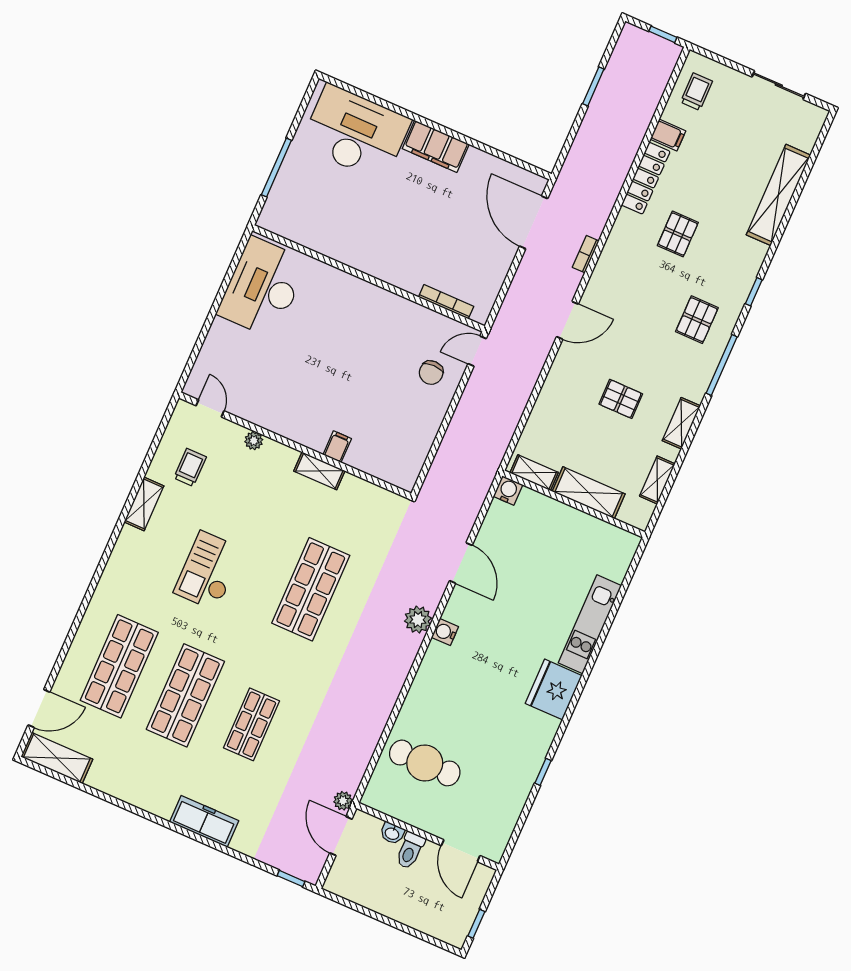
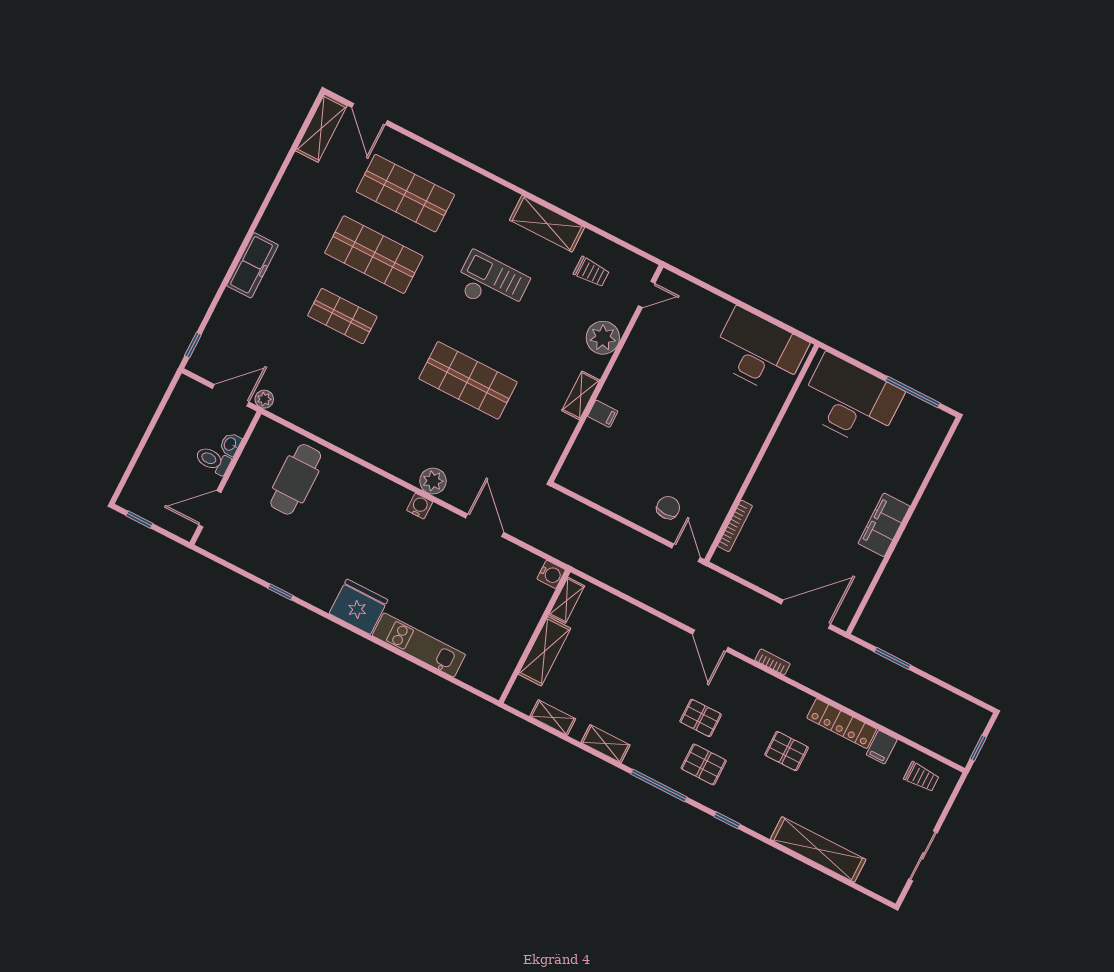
window: (593, 86) -> (892, 658), moved
desk: (356, 133) -> (850, 401), moved, turned -90
window: (276, 168) -> (913, 392), moved
chair: (431, 373) -> (668, 508), turned 90
pallet: (621, 399) -> (701, 718), moved, turned 90
plant: (254, 441) -> (603, 338), width x1.87, depth x1.87
shelving: (144, 504) -> (547, 224), width x1.50, depth x1.33
door: (461, 563) -> (485, 525), swing flipped

